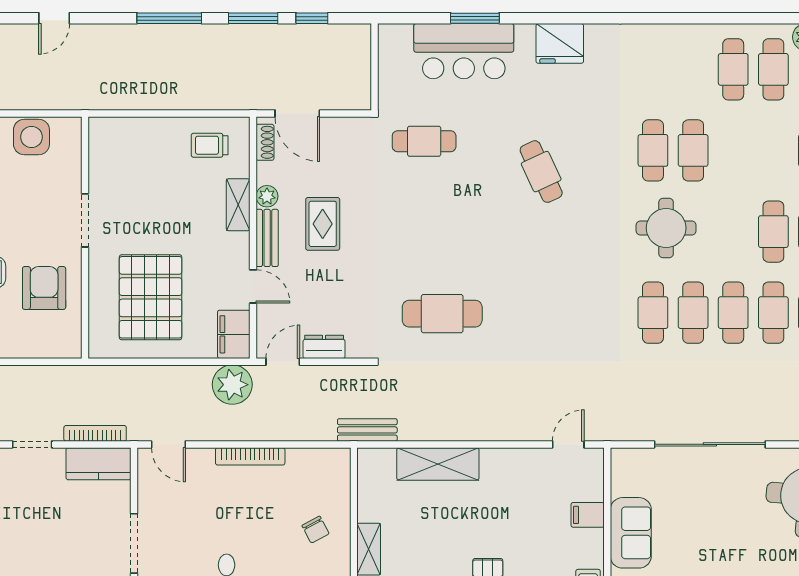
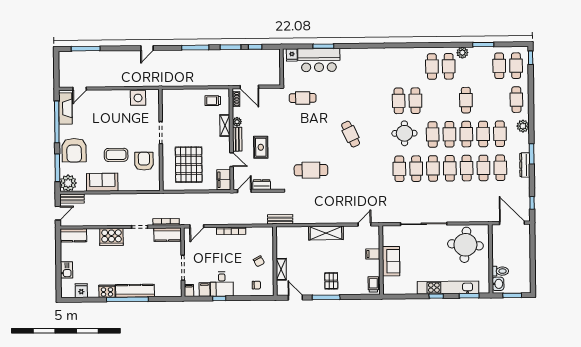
fridge: (560, 43) -> (292, 55), moved, width x0.53, depth x0.75
cafe table: (541, 172) -> (351, 134), moved
rug: (323, 224) -> (261, 147), moved
cafe table: (733, 232) -> (433, 134), added
plant: (232, 385) -> (223, 201), removed
door: (168, 444) -> (197, 226), hinge flipped
shelving: (438, 464) -> (326, 233), moved

